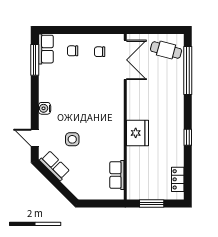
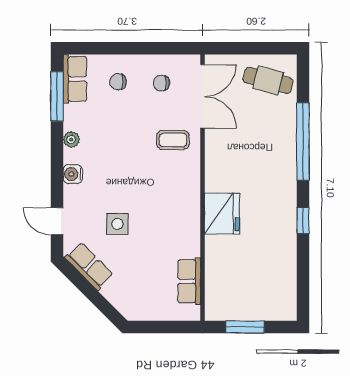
window: (188, 70) -> (303, 142), moved
plant: (44, 87) -> (71, 140), added
coffee table: (107, 87) -> (173, 140), added
locker: (178, 179) -> (287, 288), removed

